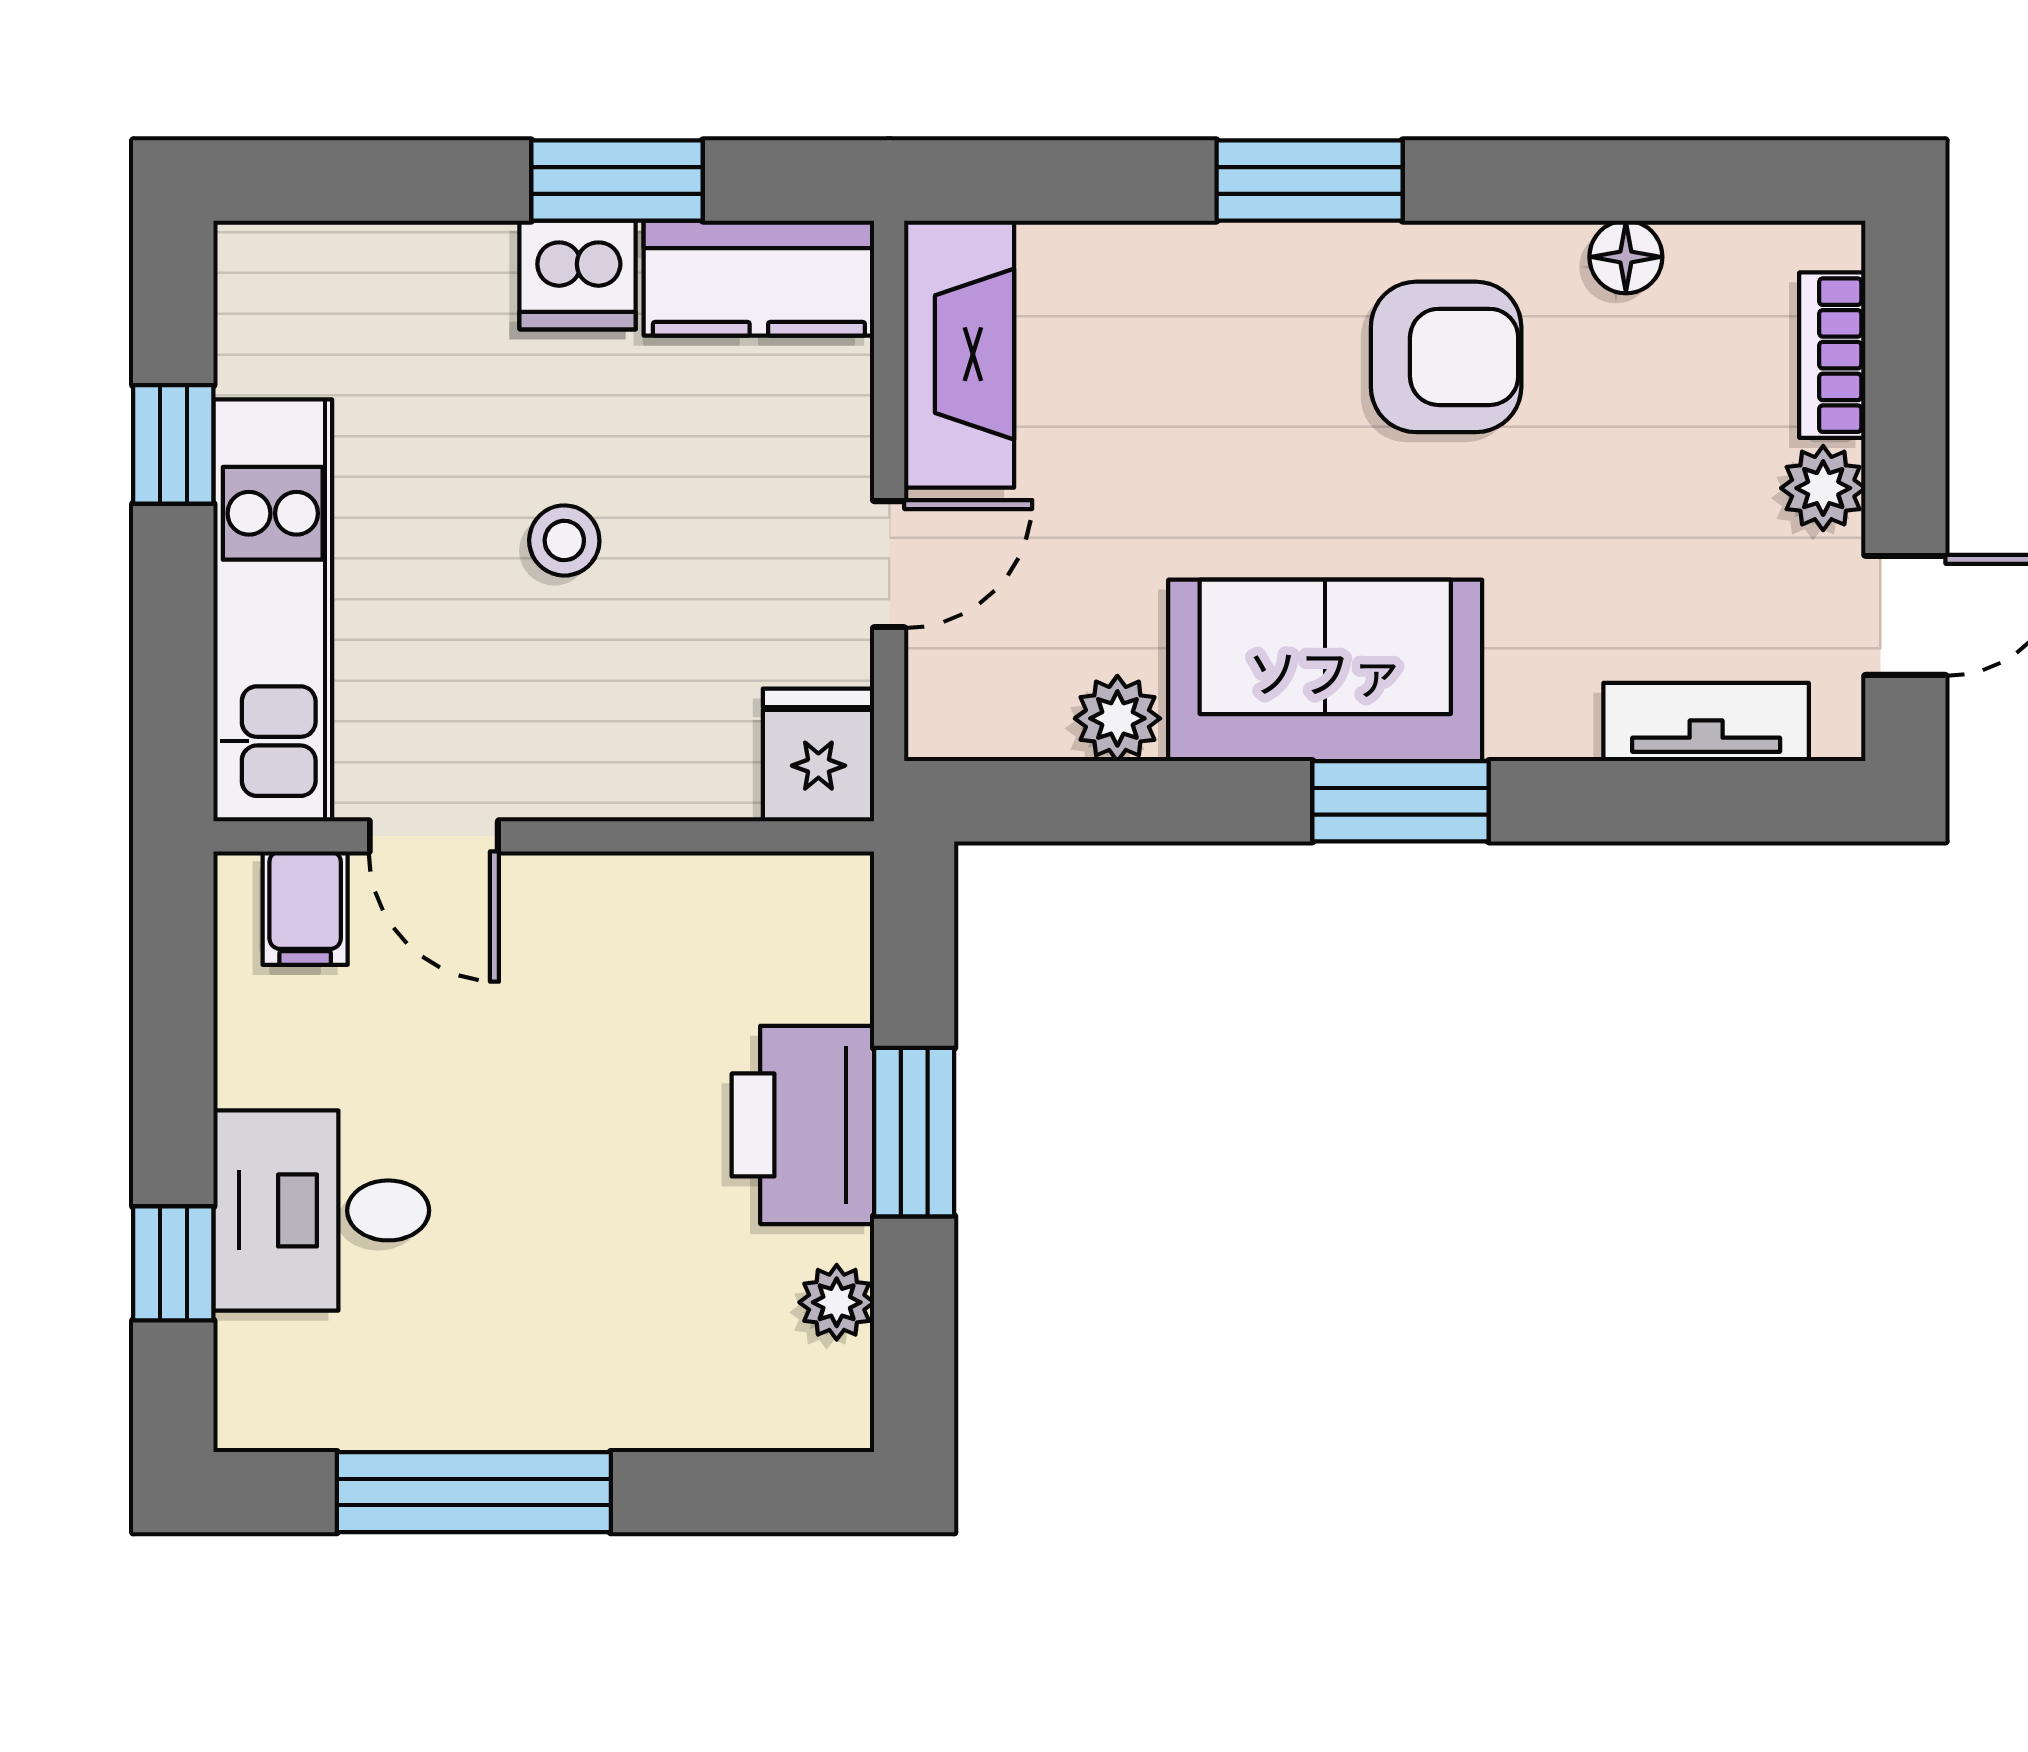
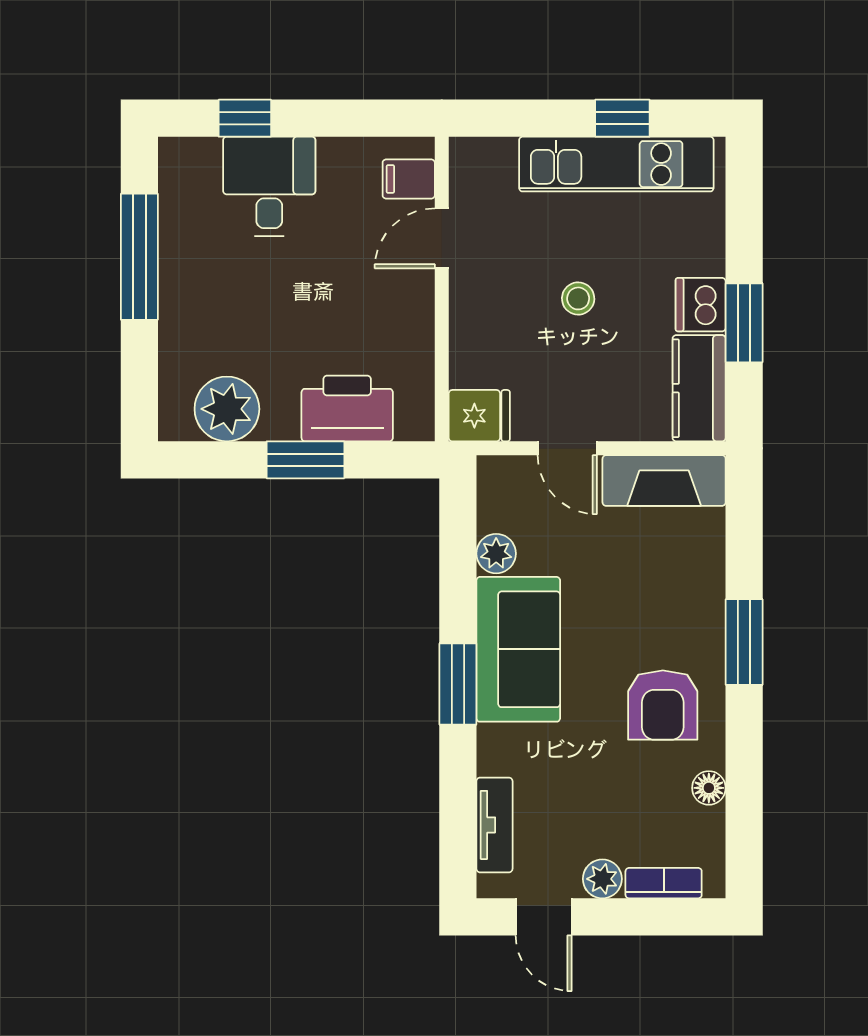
kitchen unit: (273, 610) -> (616, 164), moved
printer: (803, 1125) -> (347, 408), moved
plant: (837, 1302) -> (227, 409), width x1.87, depth x1.87

